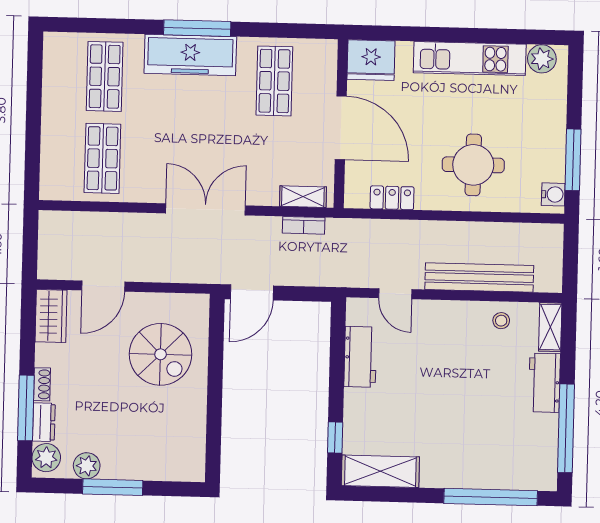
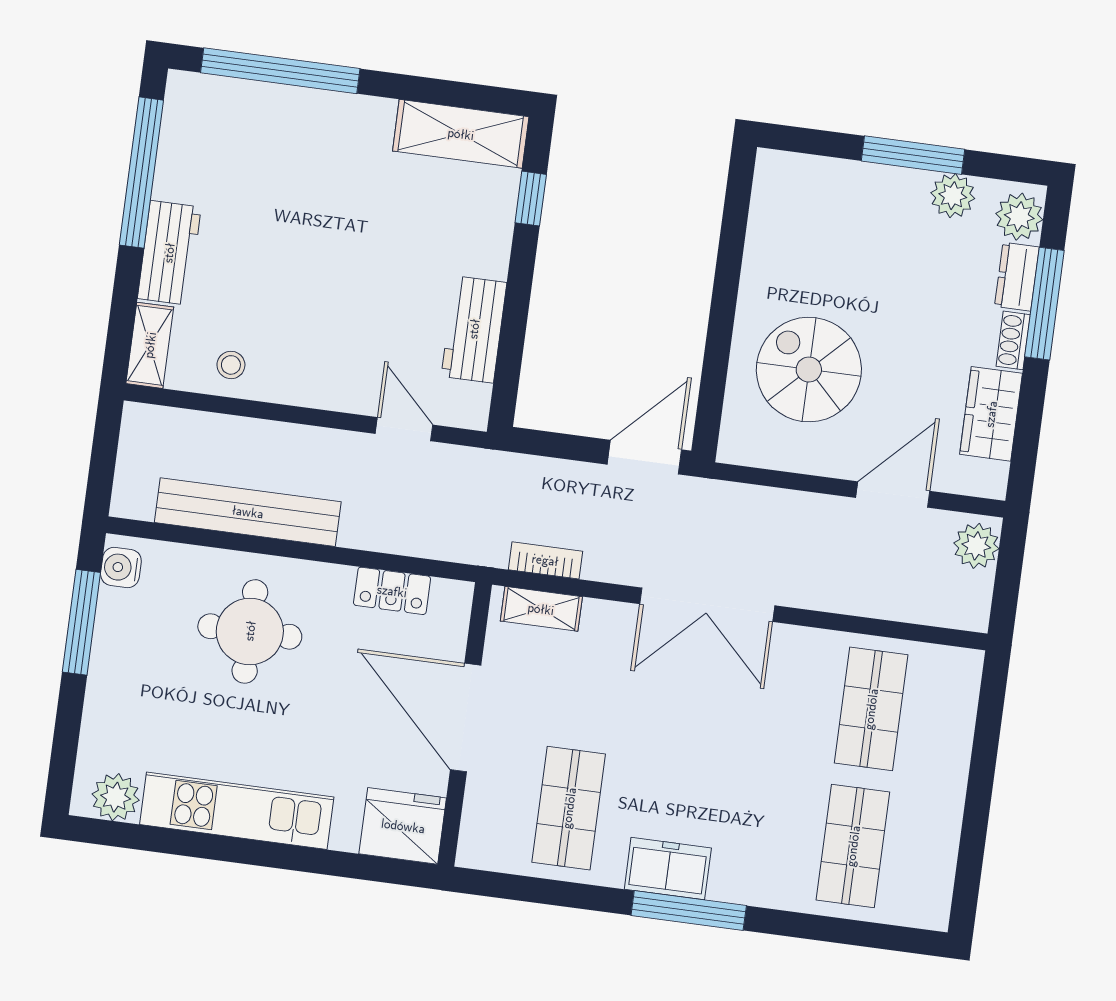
freezer: (190, 55) -> (668, 869), width x0.52, depth x0.79
plant: (51, 261) -> (976, 546), added
bench: (479, 277) -> (248, 512), moved
wardrobe: (51, 316) -> (991, 414), moved

